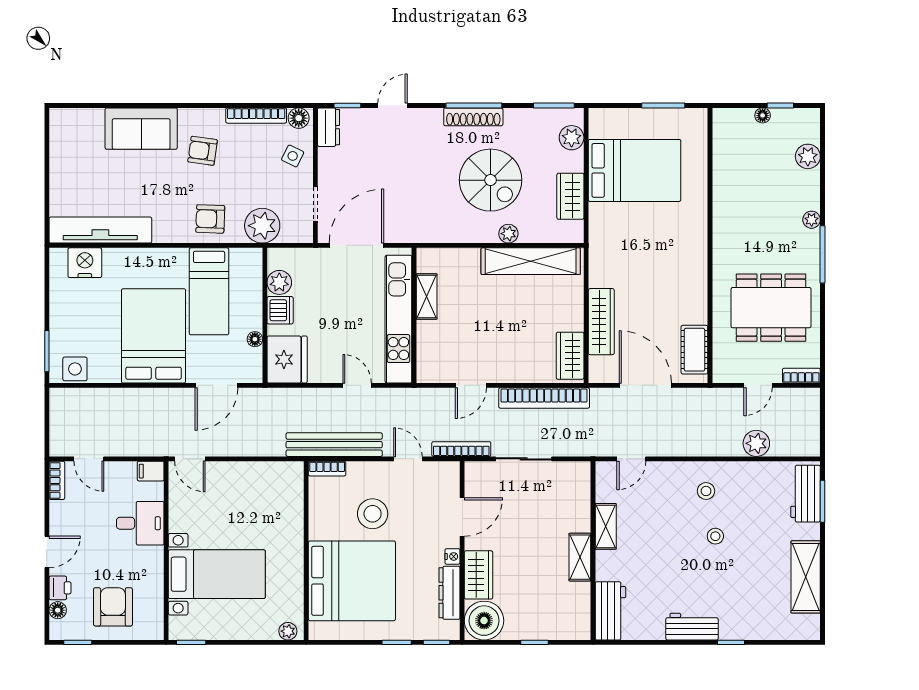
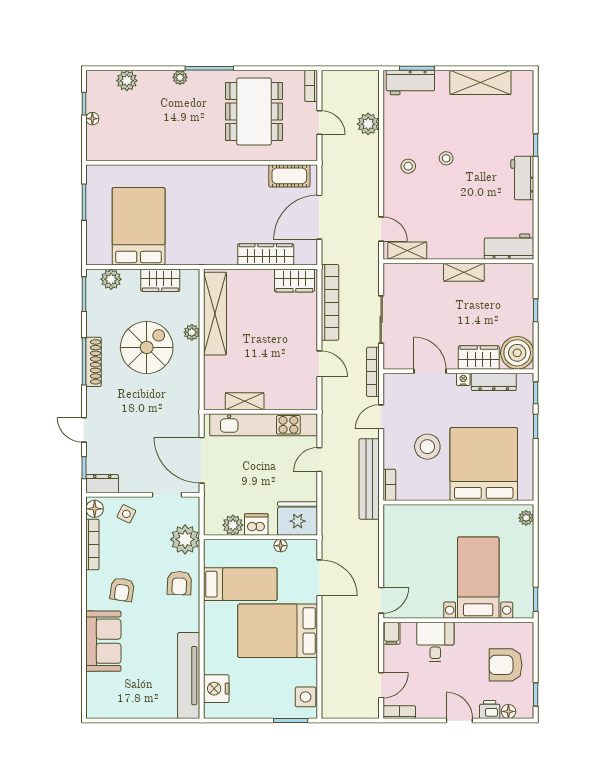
shelving: (606, 526) -> (407, 251), moved

